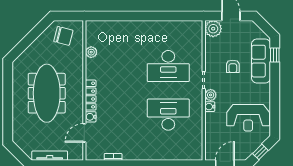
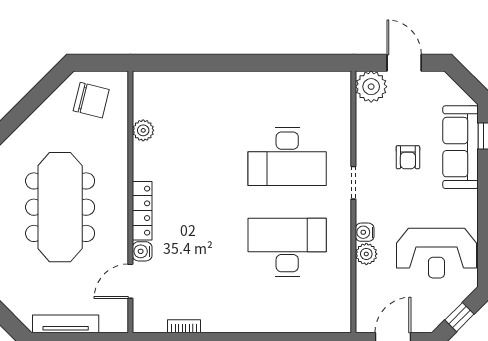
plant: (211, 95) -> (366, 254), moved

